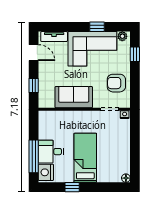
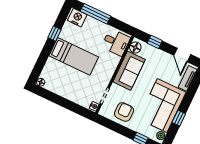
door: (34, 53) -> (182, 55), hinge flipped
floor lamp: (48, 102) -> (135, 48), added
desk: (51, 152) -> (116, 42), moved, turned 90

